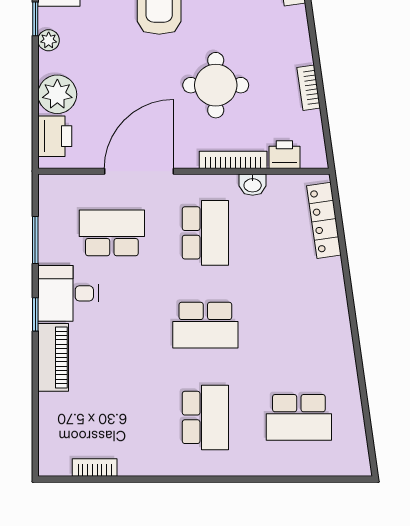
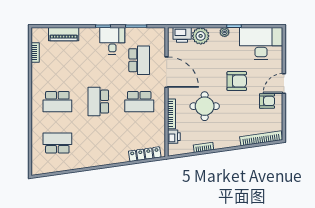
washbasin: (253, 185) -> (161, 122), removed
piano: (53, 357) -> (64, 34), moved
school desk: (299, 417) -> (57, 143), turned 90

